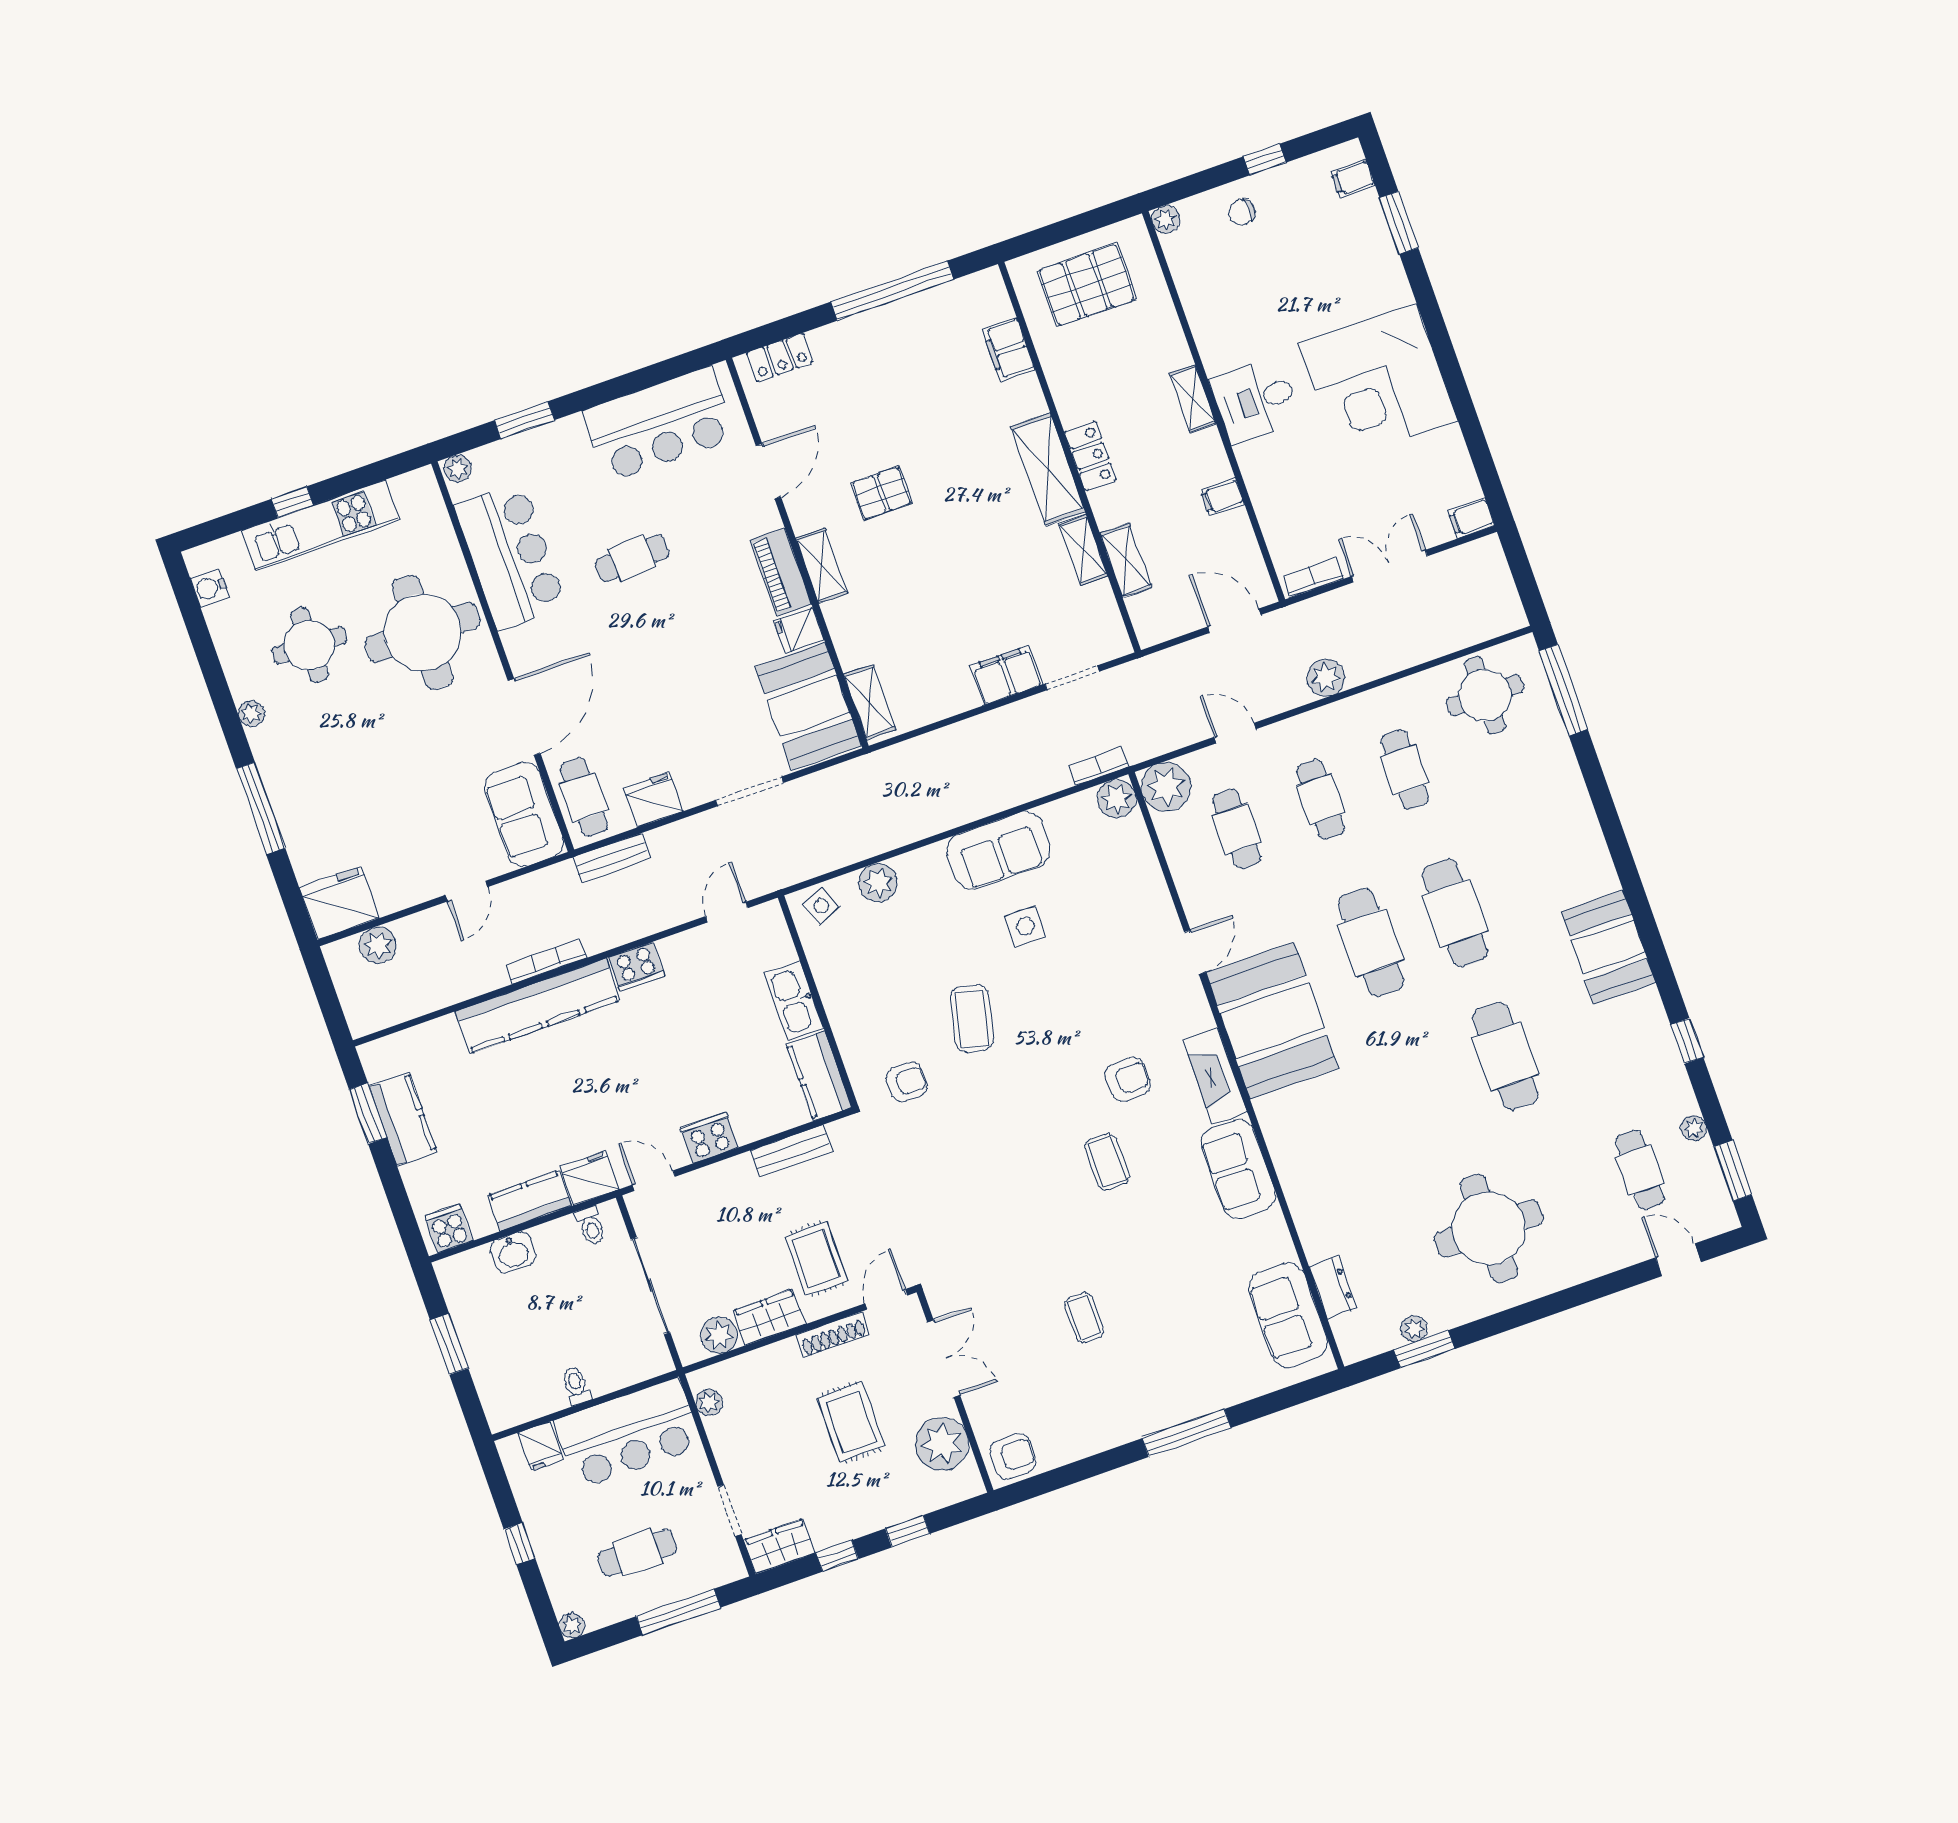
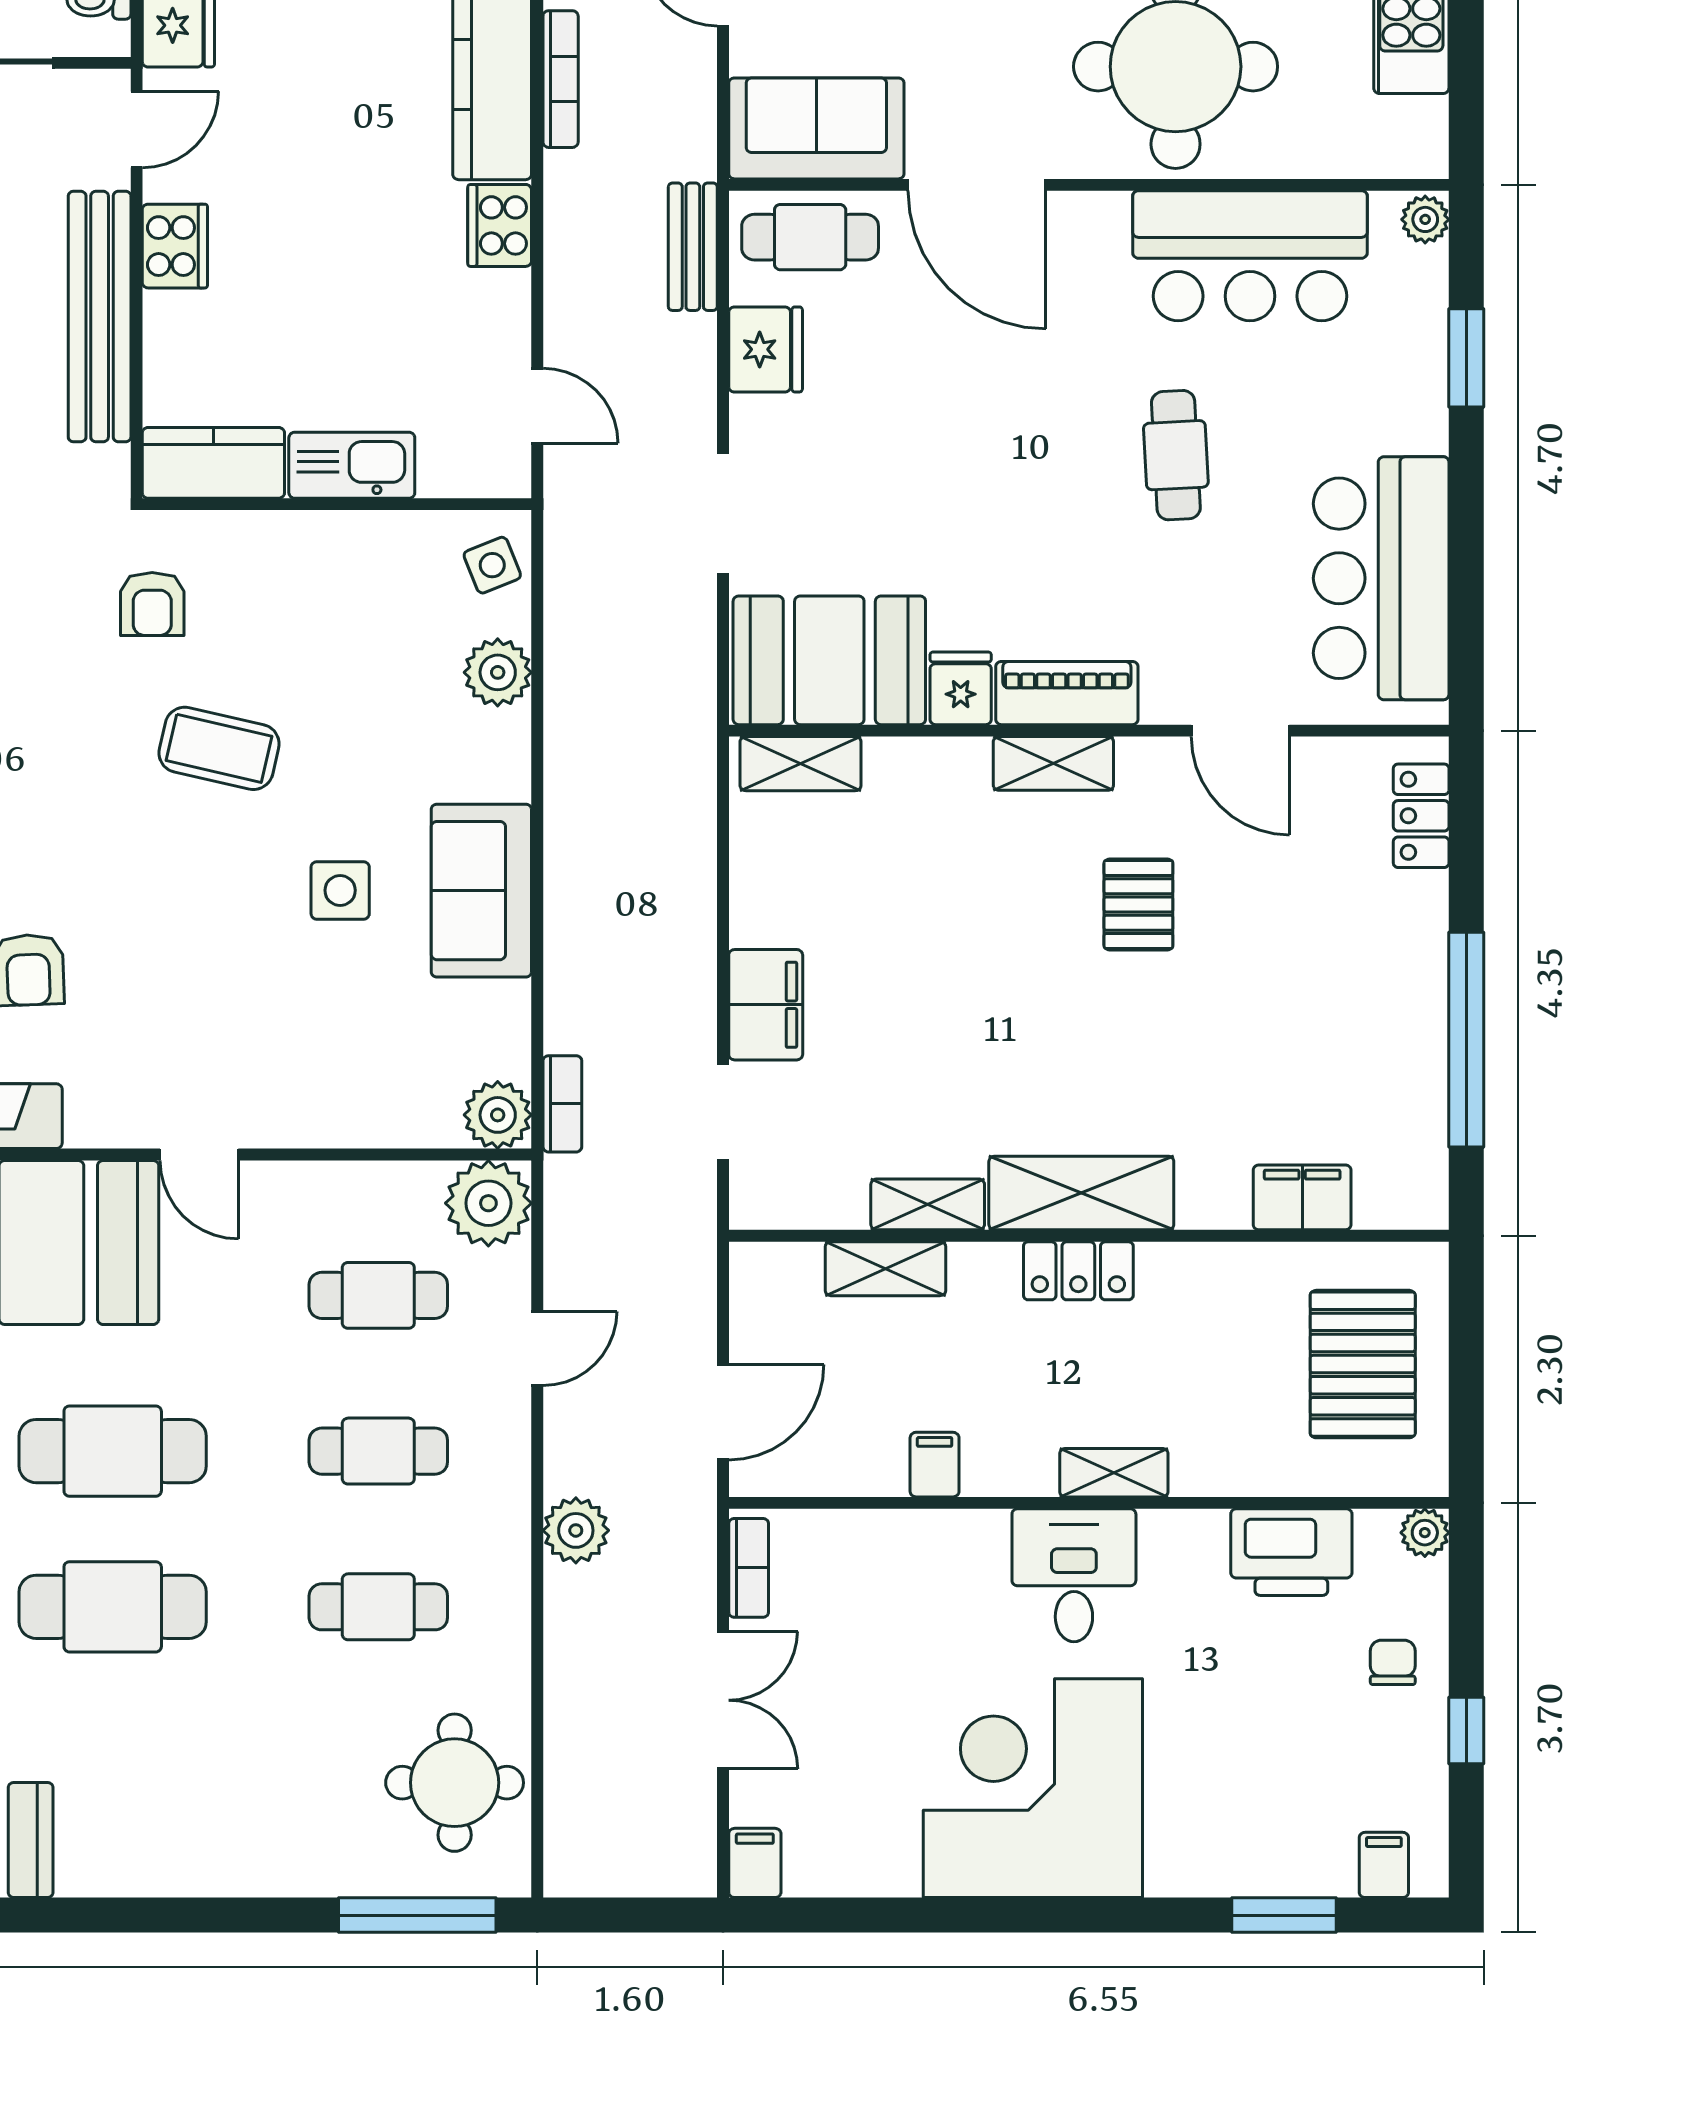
printer: (1202, 288) -> (1291, 1552), added
bench: (792, 1151) -> (100, 317), width x1.86, depth x1.21

